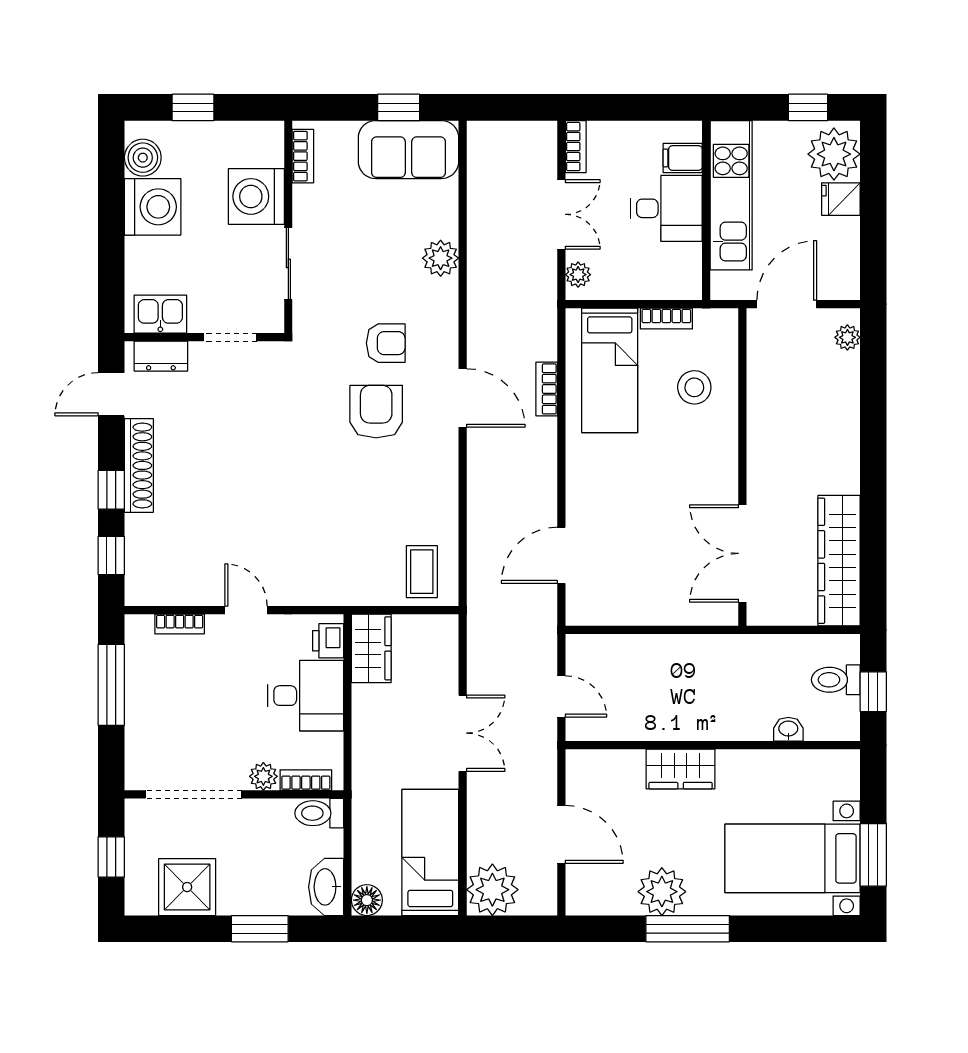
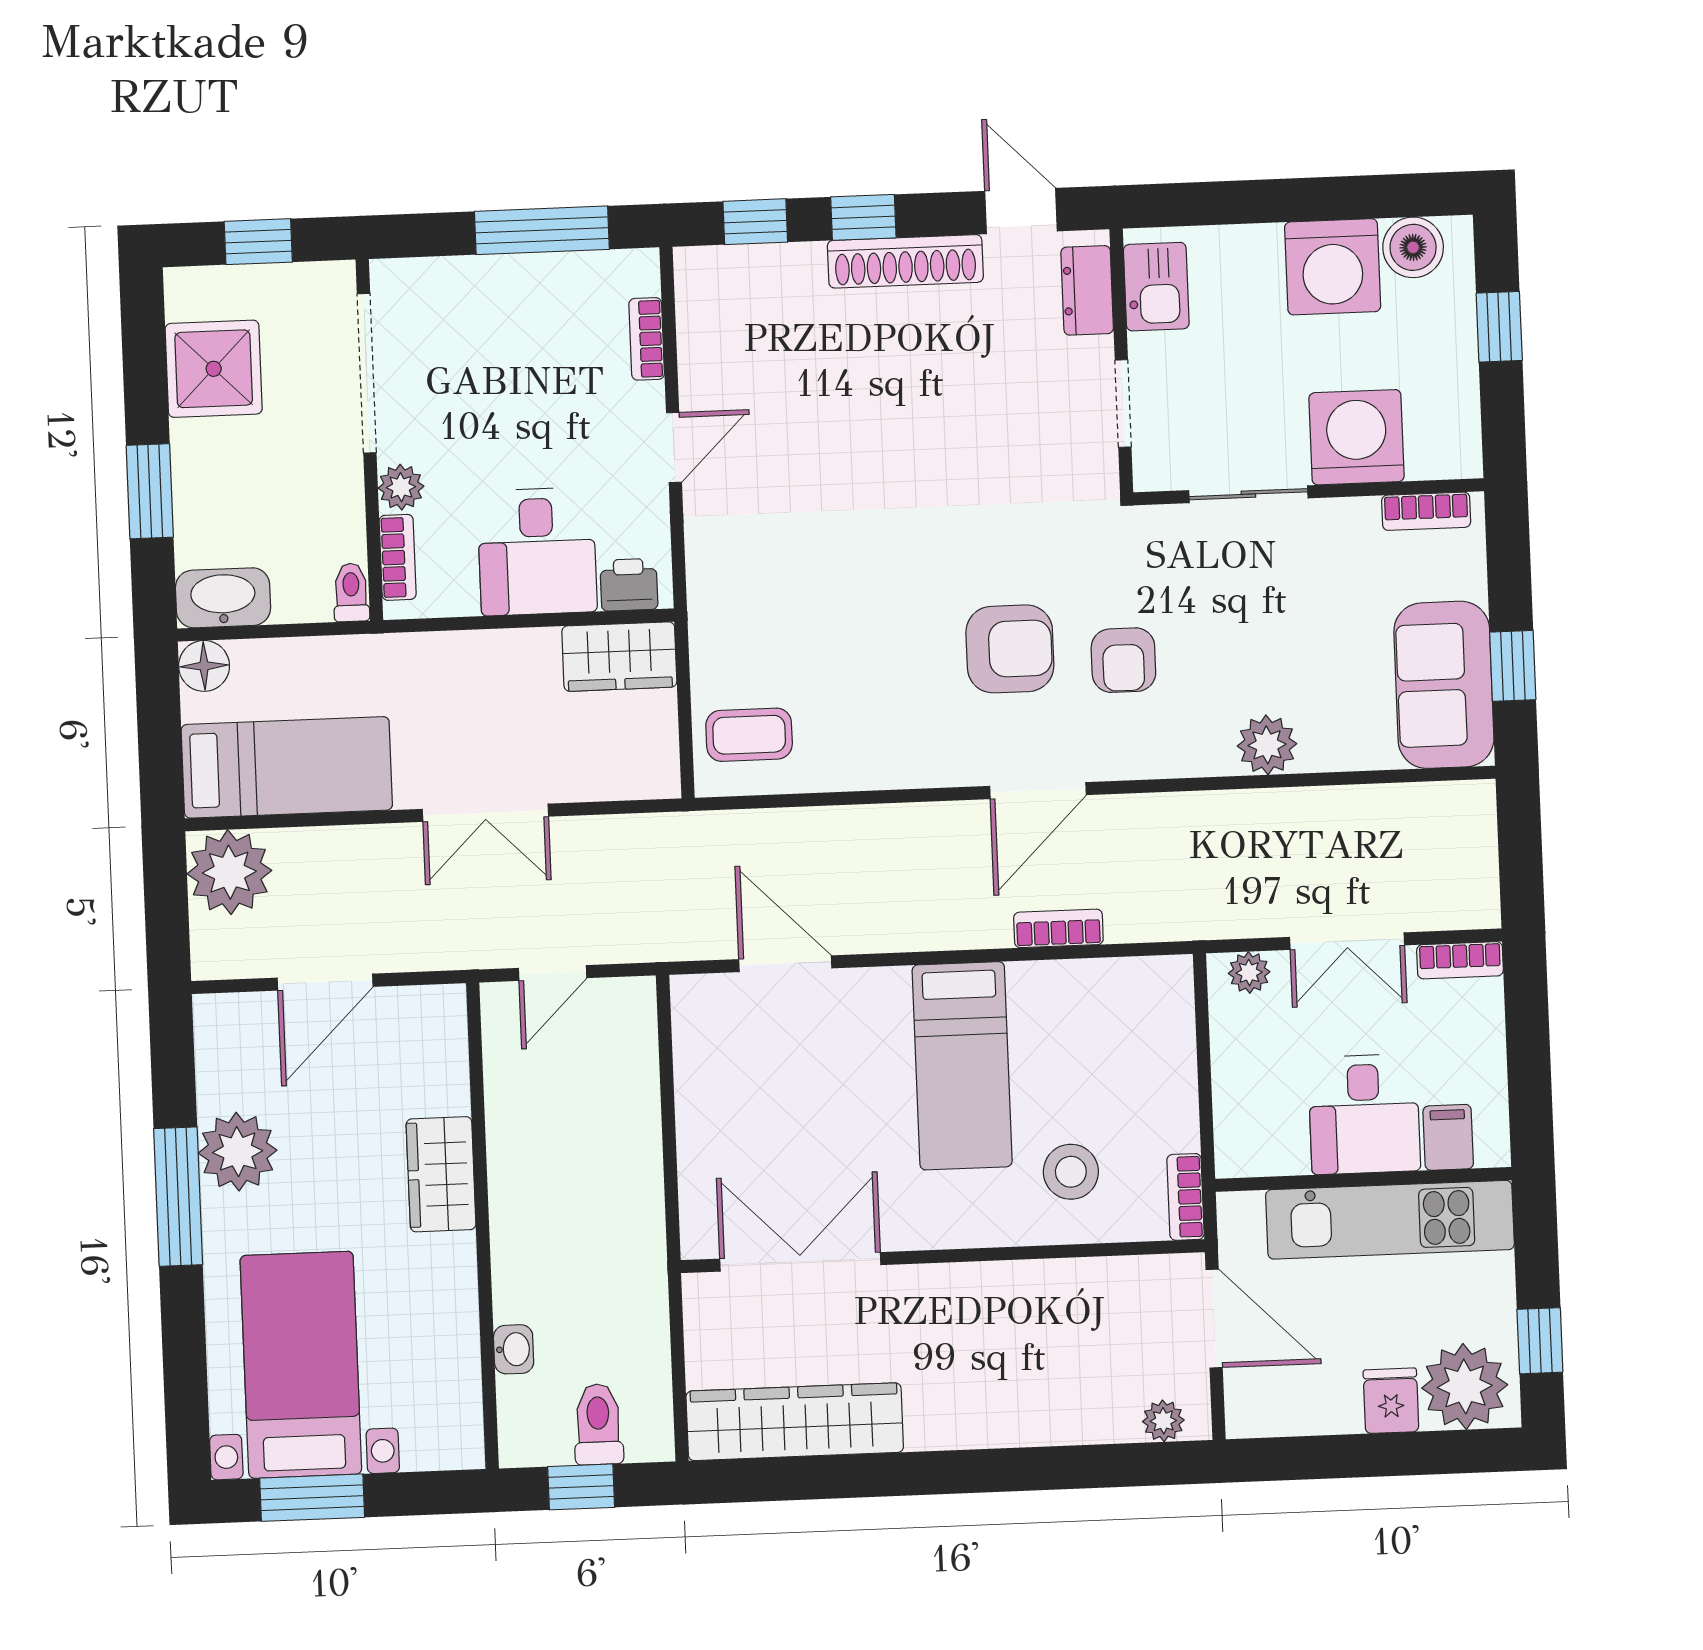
bookcase: (666, 319) -> (1186, 1197), moved
bed: (610, 370) -> (962, 1066), moved, turned -90
toilet: (319, 813) -> (351, 592), width x0.73, depth x0.72

